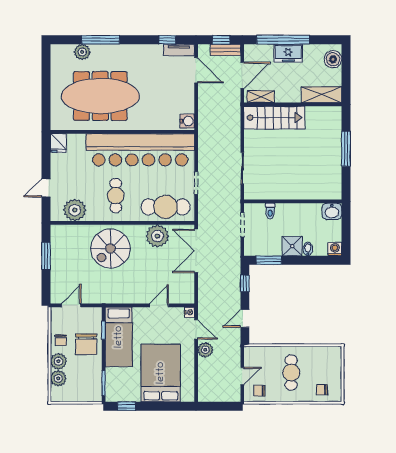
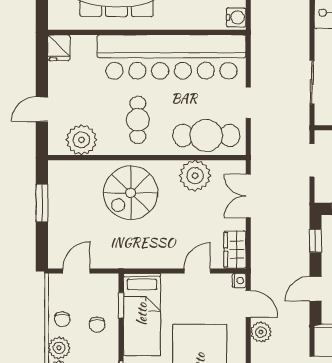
double door: (196, 251) -> (248, 196), width x0.73
wardrobe: (186, 290) -> (235, 250), added
chair: (86, 344) -> (97, 325), width x0.54, depth x0.54

